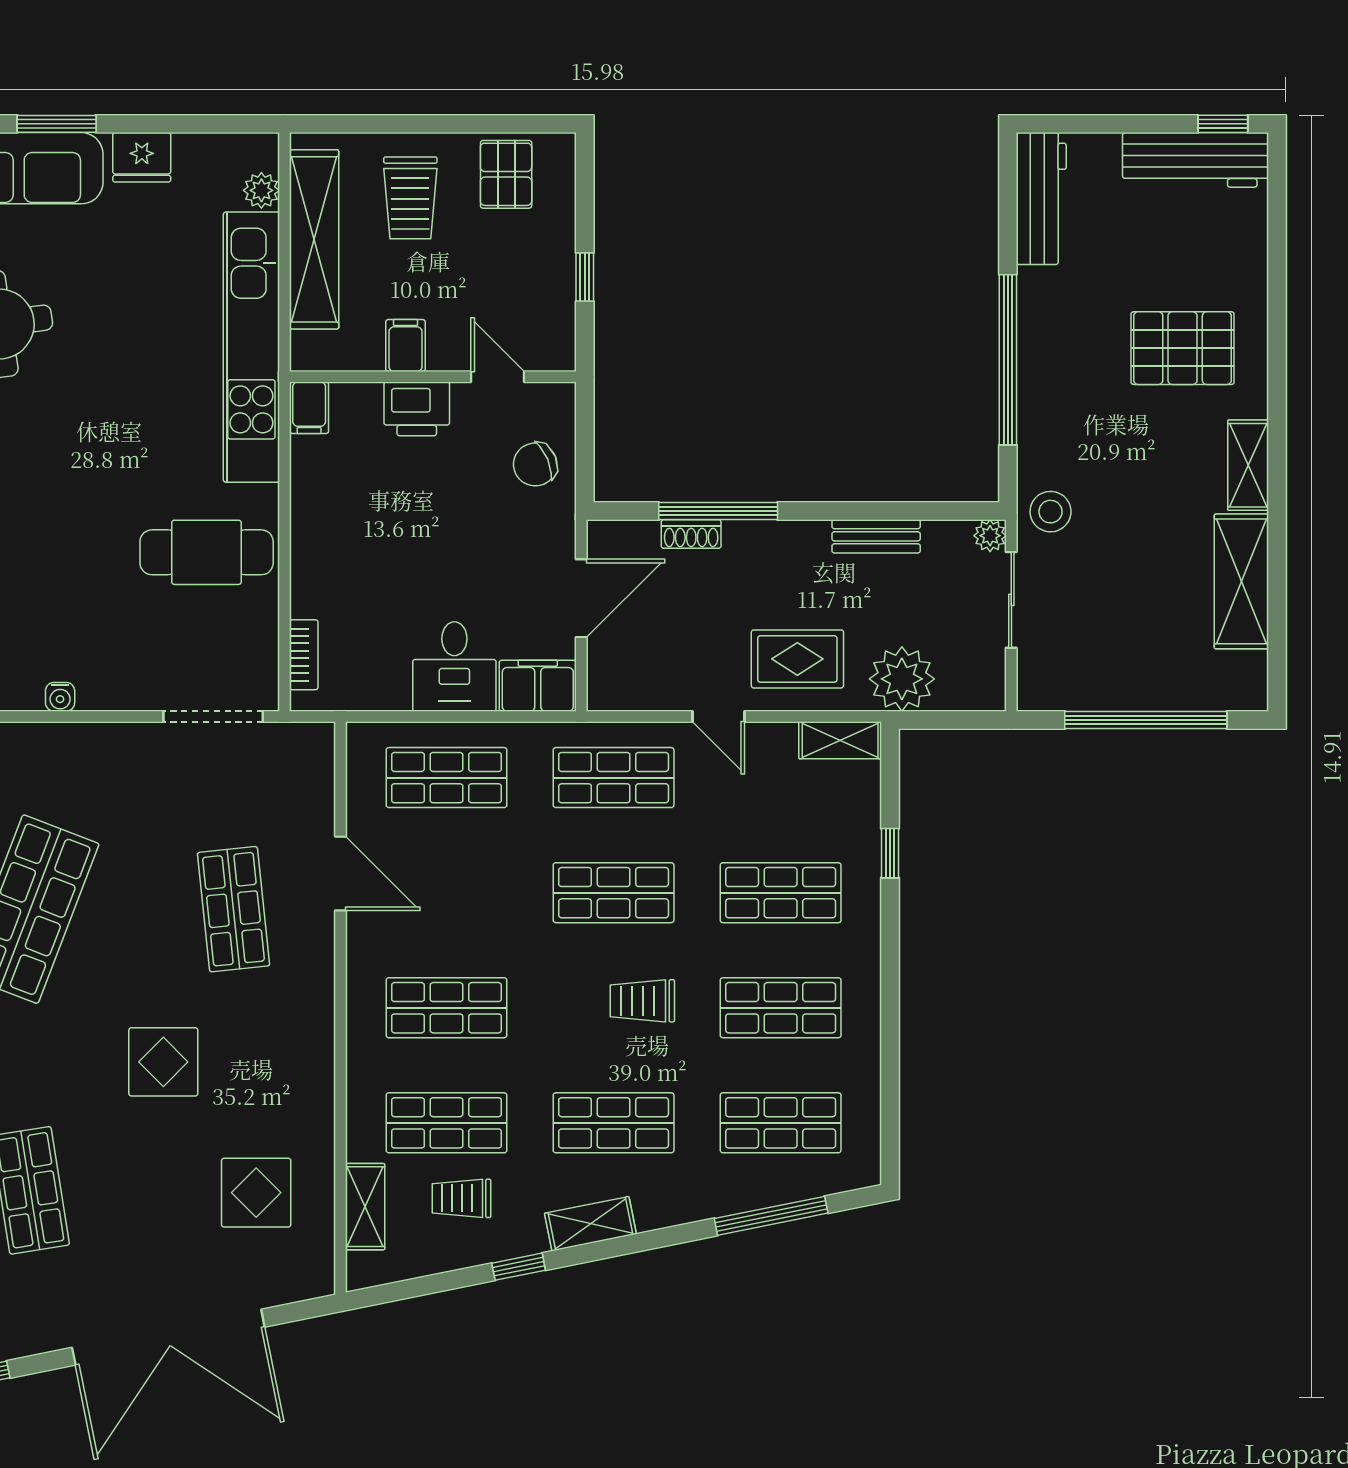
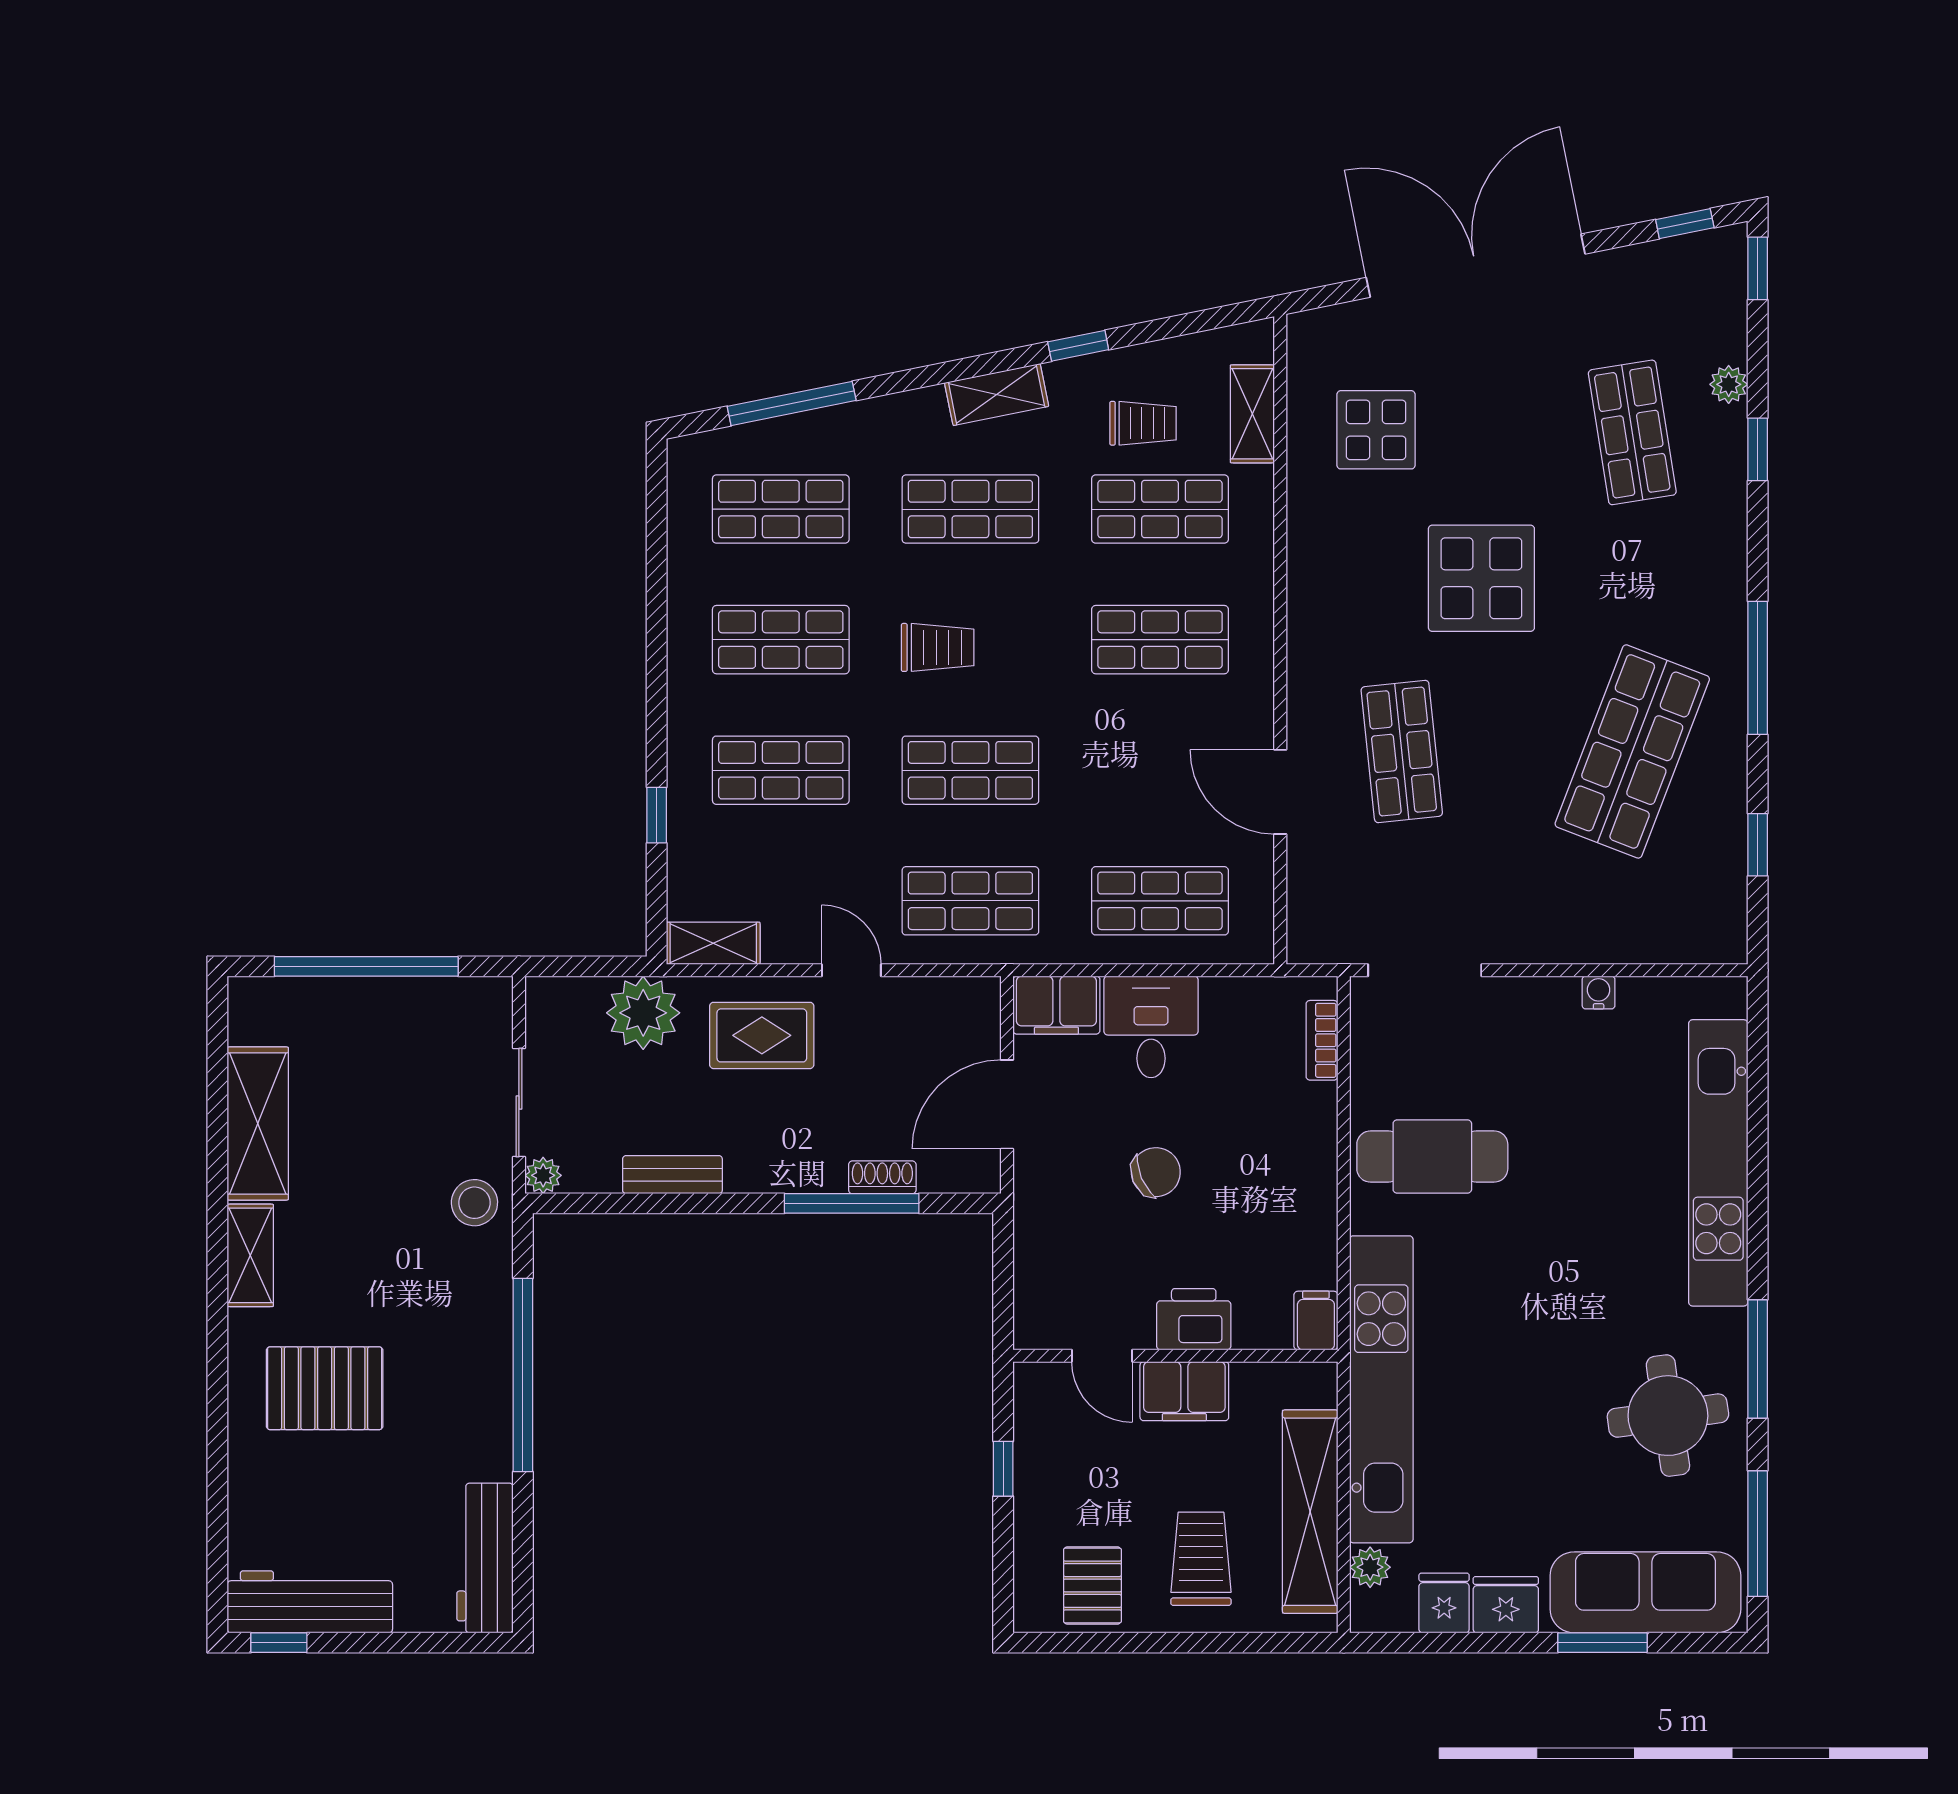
fridge: (196, 159) -> (1444, 1603), added
filing cabinet: (405, 346) -> (1184, 1391), width x2.00
chair: (535, 464) -> (1156, 1172), moved
display table: (163, 1062) -> (1481, 578), width x1.36, depth x1.36

